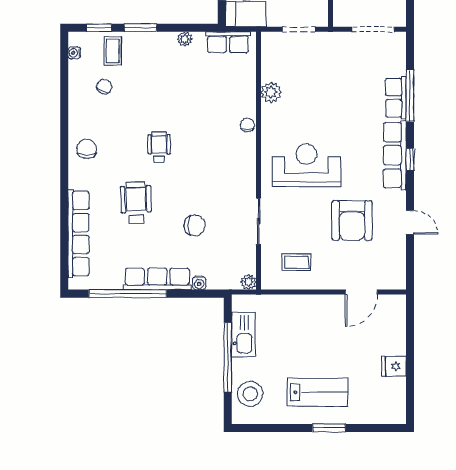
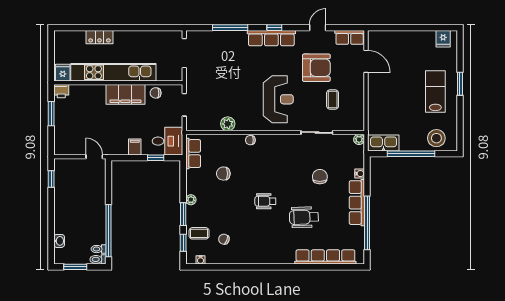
plant: (185, 39) -> (191, 200), moved
row of seats: (396, 98) -> (350, 37), moved
chair: (87, 149) -> (223, 174), moved
reception desk: (306, 165) -> (278, 99), turned 180
coffee table: (296, 262) -> (333, 100), moved
kitchen sink: (243, 334) -> (384, 143), moved
fridge: (394, 366) -> (443, 39), moved

